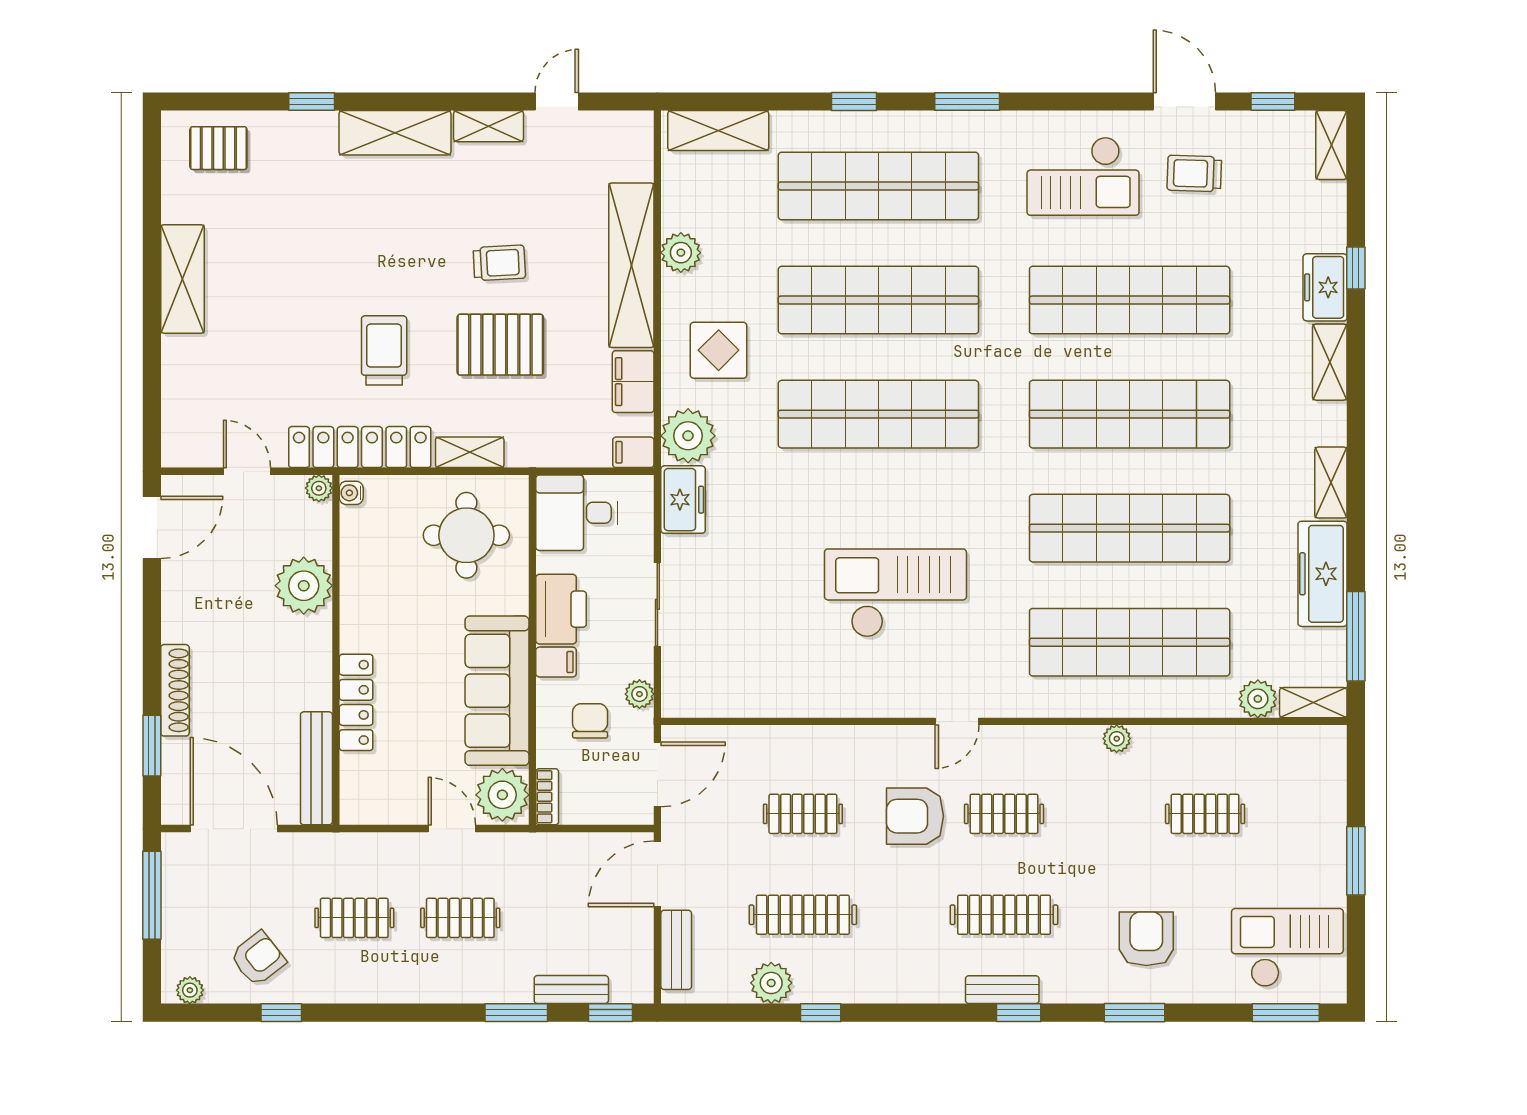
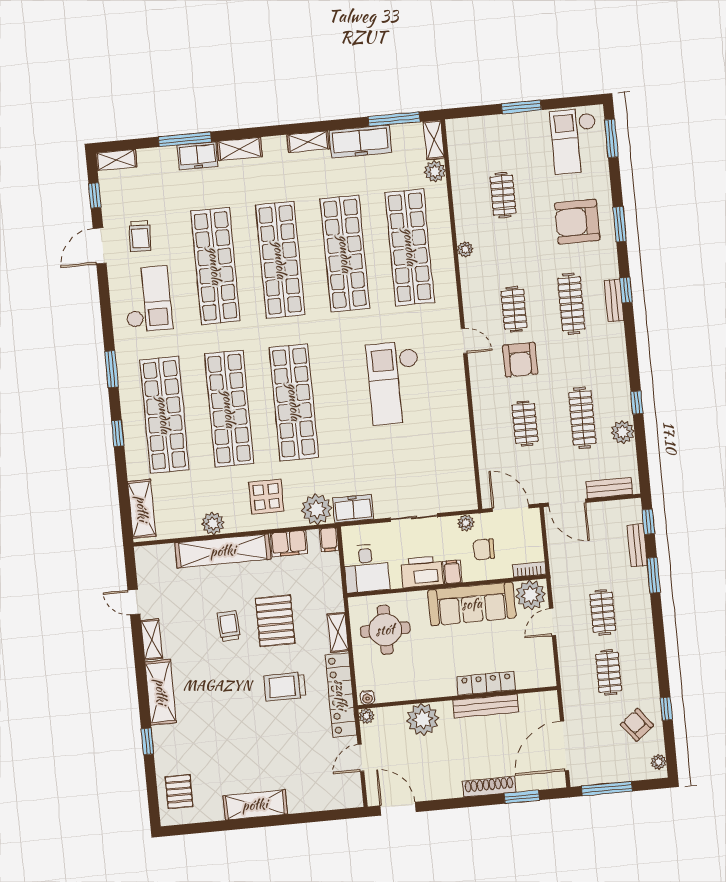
window: (1356, 268) -> (185, 139), width x2.17
bench: (316, 768) -> (486, 706), moved
armchair: (1146, 939) -> (577, 222), width x1.36, depth x1.36

